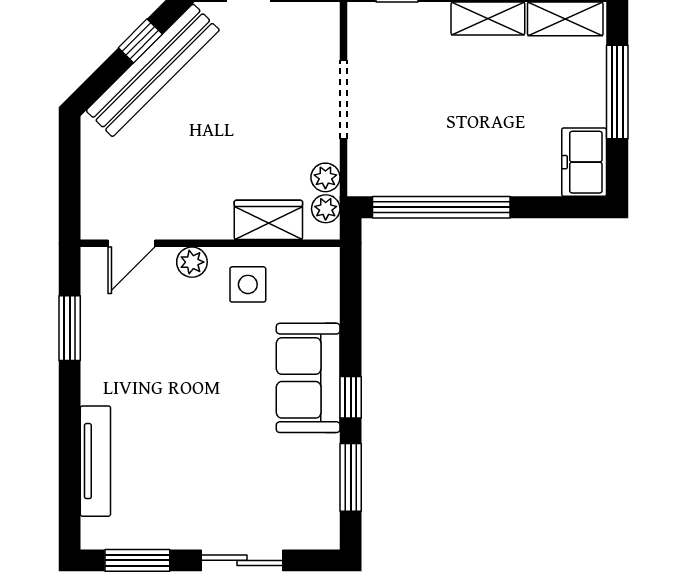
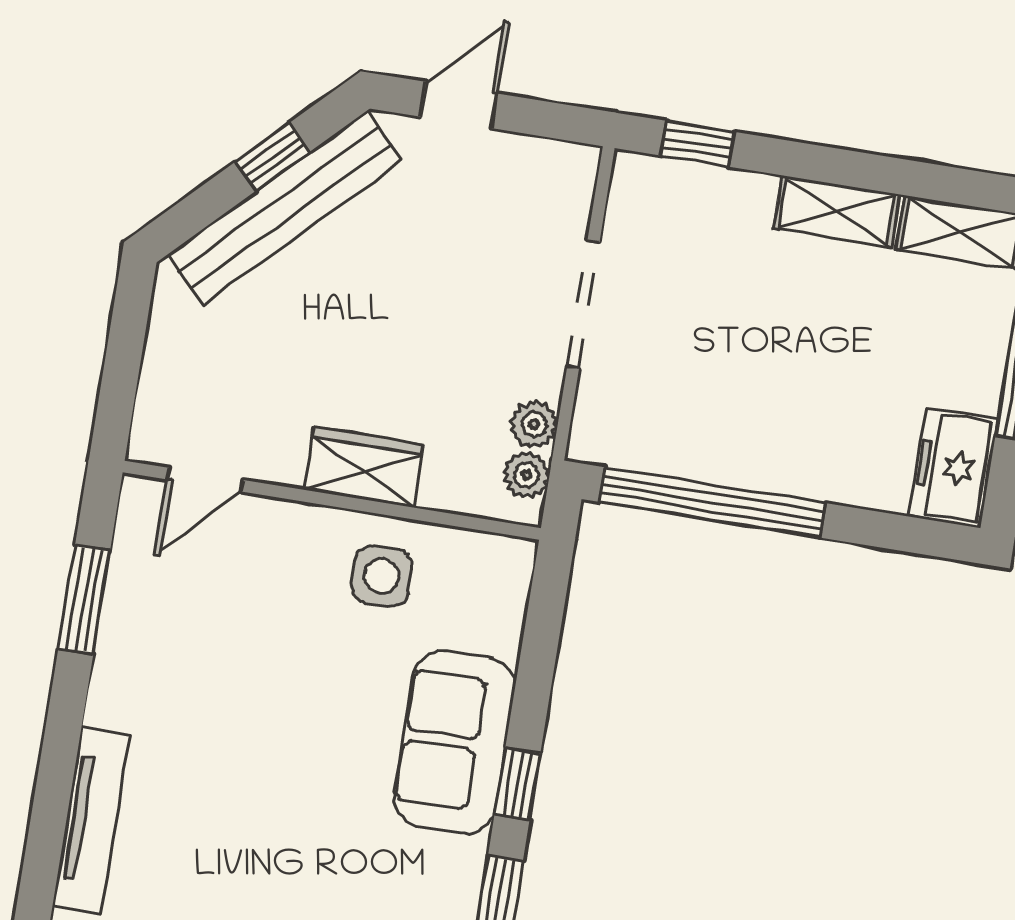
wardrobe: (268, 220) -> (364, 467), moved
plant: (192, 262) -> (298, 526), removed

